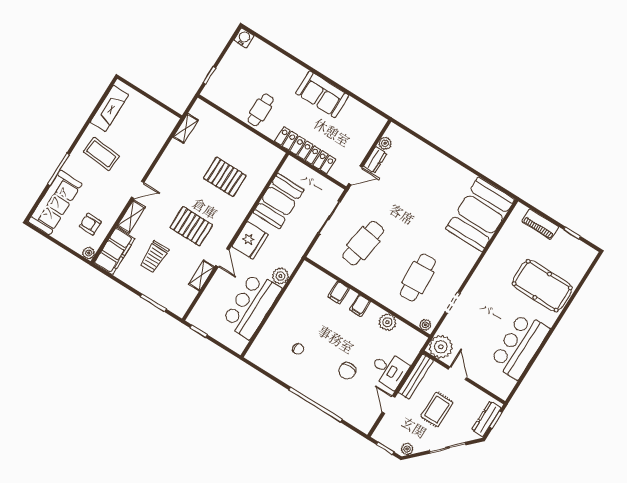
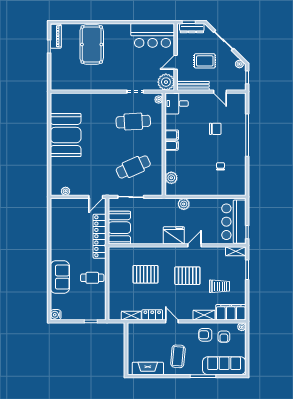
sofa: (322, 94) -> (60, 277), moved
locker: (171, 154) -> (152, 315), added
dresser: (375, 160) -> (79, 191), removed
door: (355, 175) -> (96, 197), swing flipped
pallet: (225, 177) -> (145, 274), turned 90
door: (138, 190) -> (172, 321), moved
booth: (279, 201) -> (119, 228), moved, turned 90
armchair: (107, 203) -> (205, 335), added
booth: (480, 214) -> (66, 135), moved, turned 90
piano: (540, 224) -> (56, 36), moved
pallet: (191, 226) -> (187, 276), turned 90
cafe table: (363, 243) -> (133, 167), turned -33
shelving: (201, 275) -> (236, 251), moved
filing cabinet: (339, 293) -> (172, 135), moved
bar counter: (251, 305) -> (234, 222), moved, turned 90
plant: (387, 322) -> (171, 178), moved
bar counter: (520, 346) -> (153, 35), moved
desk: (389, 370) -> (177, 104), moved, turned -90
door: (388, 405) -> (220, 92), hinge flipped

